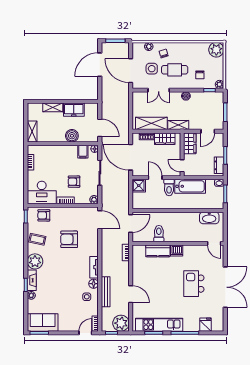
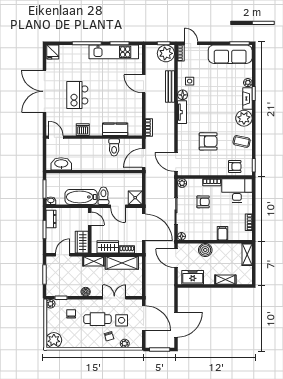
freezer: (74, 110) -> (193, 277), moved
filing cabinet: (83, 152) -> (222, 233), moved
dishwasher: (177, 251) -> (83, 130), moved
kitchen island: (194, 284) -> (77, 95), turned 180
sofa: (43, 322) -> (230, 54), width x1.36
plant: (121, 323) -> (166, 53), moved
fridge: (206, 325) -> (53, 52), moved
door: (85, 333) -> (191, 43), swing flipped

